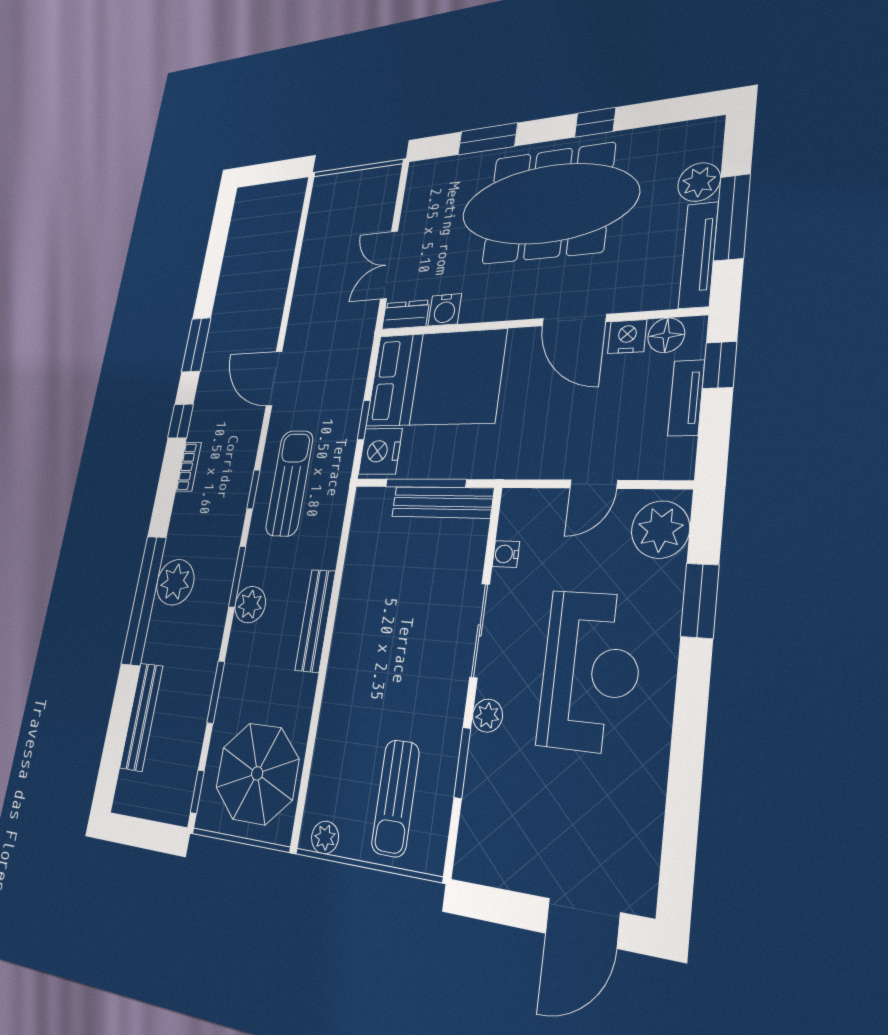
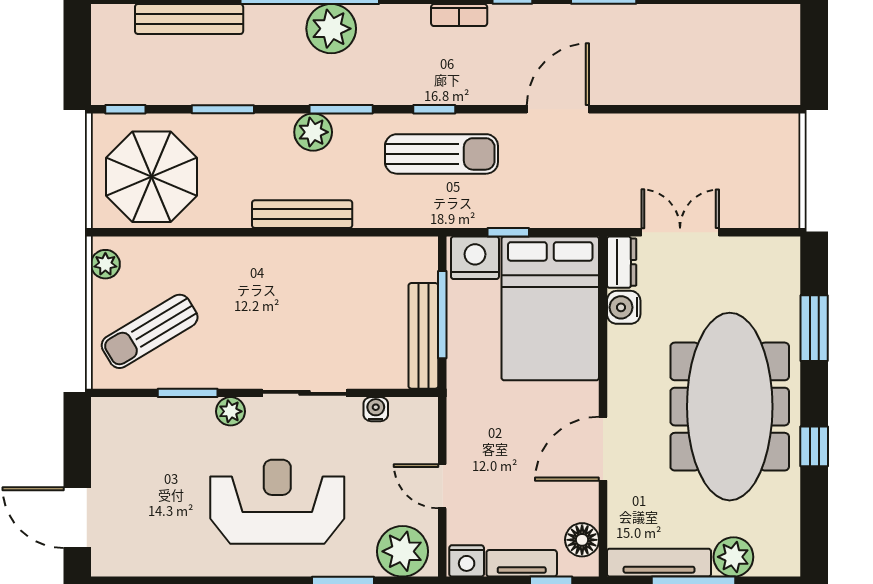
nightstand: (627, 337) -> (467, 561), moved, turned 90
reception desk: (590, 671) -> (277, 502), turned 180
sun lounger: (395, 798) -> (150, 331), turned -31

